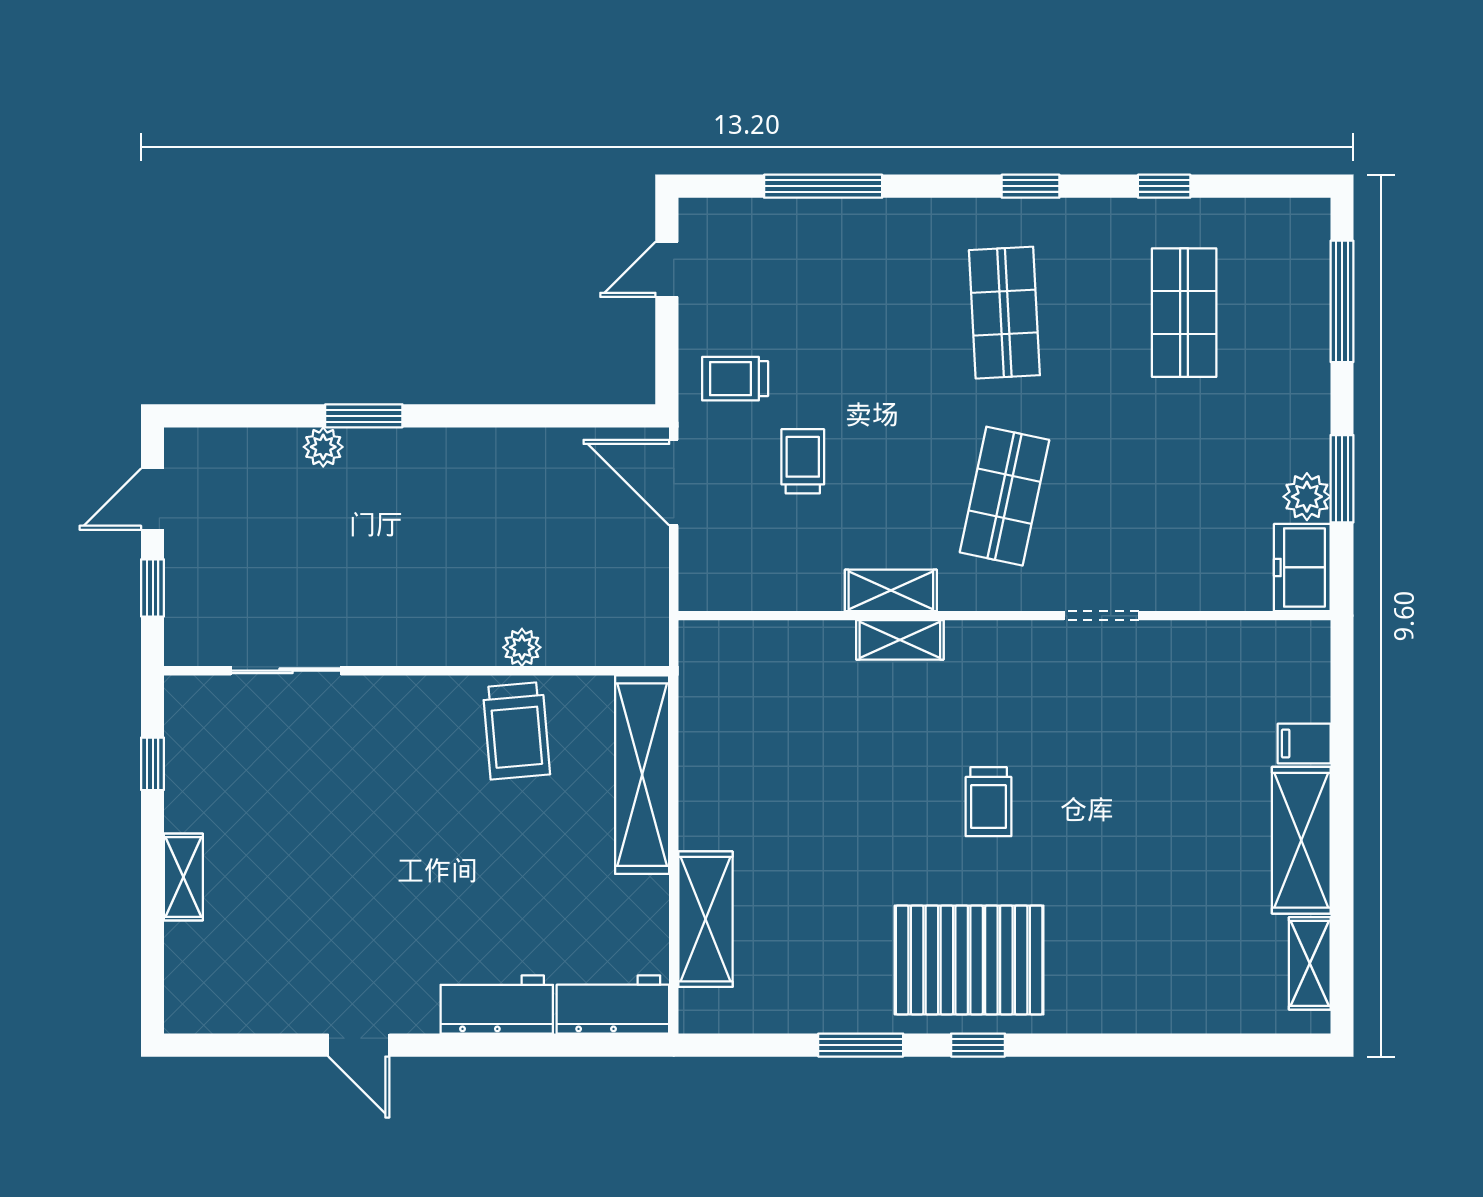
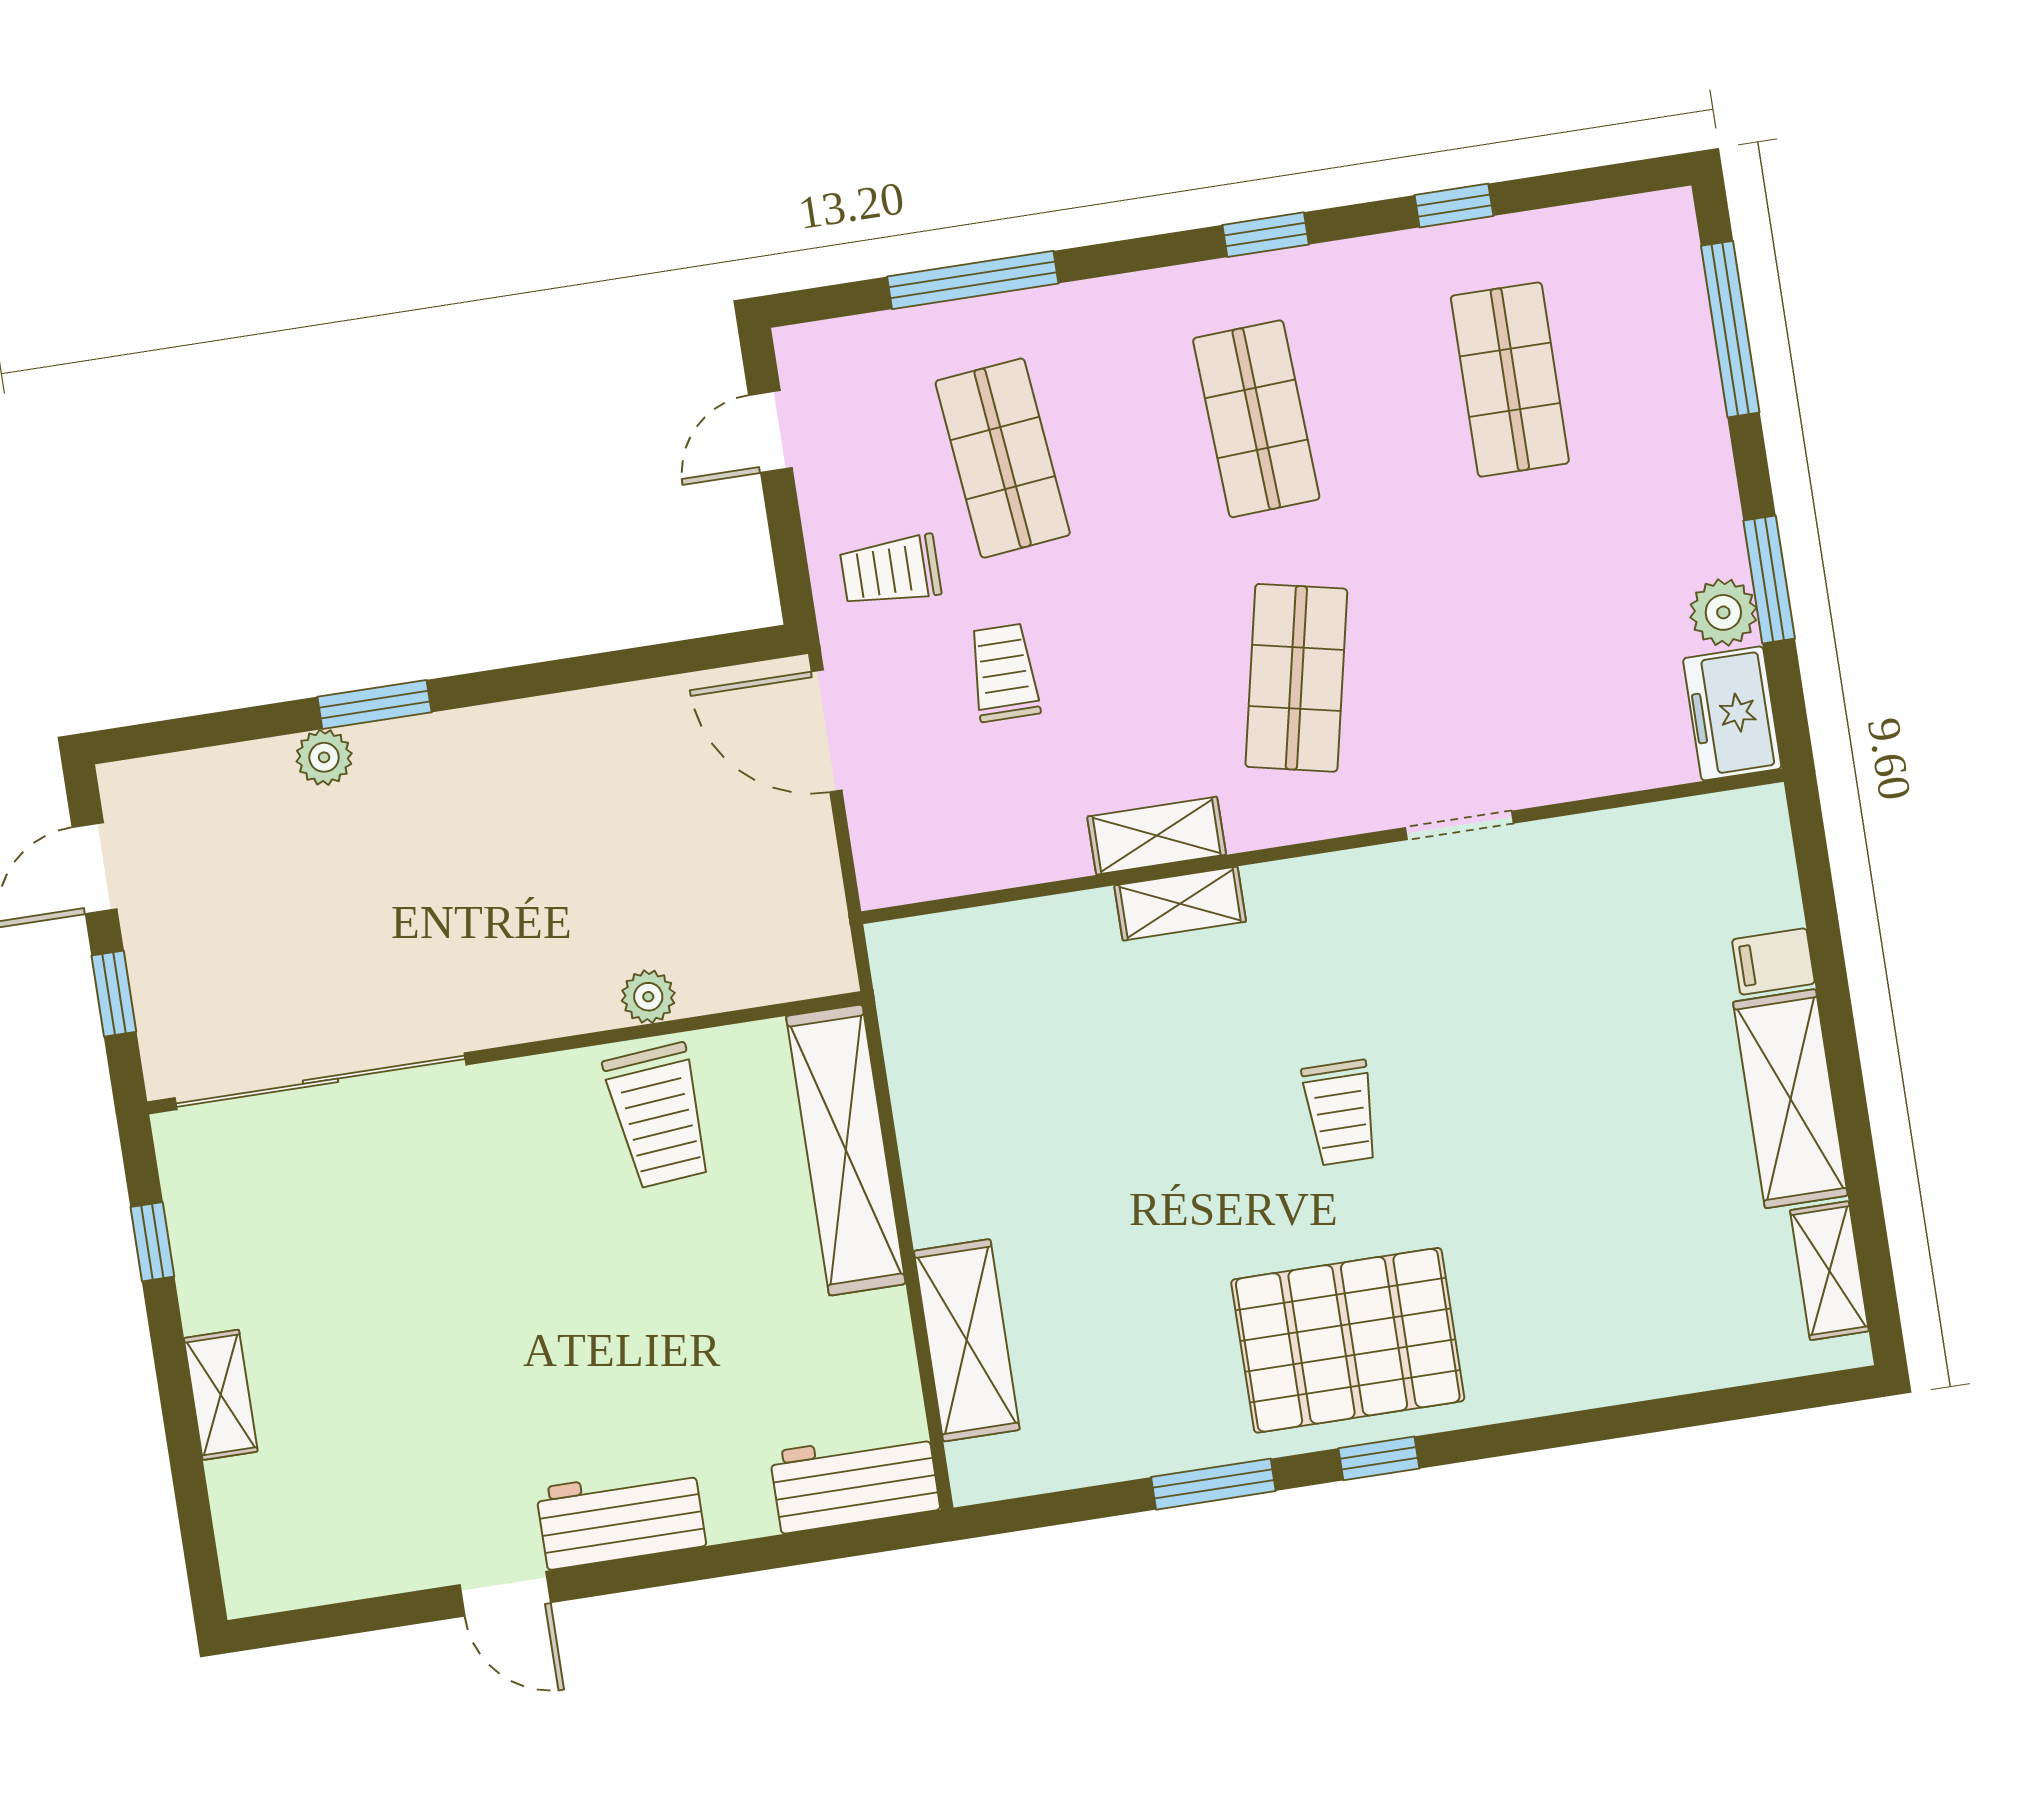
shop shelf: (825, 313) -> (1003, 458), added
sliding door: (286, 671) -> (321, 1081), width x1.86
workbench: (497, 1005) -> (621, 1517), moved

